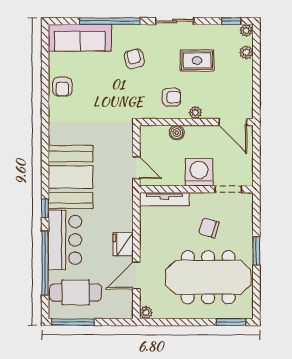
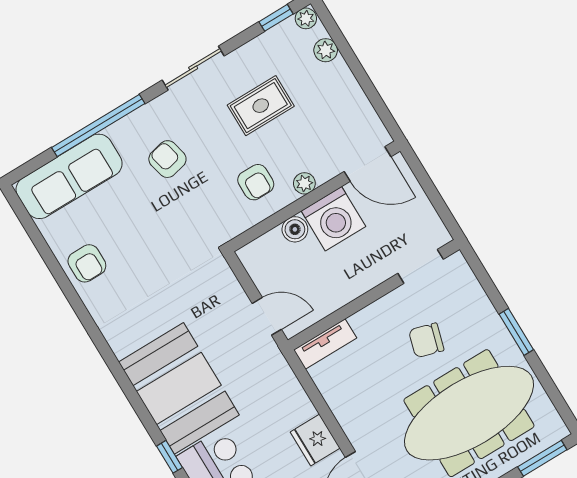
armchair: (171, 97) -> (256, 182), turned 90
washing machine: (199, 172) -> (333, 219), moved, turned 180
tv unit: (164, 199) -> (325, 344), width x0.71

